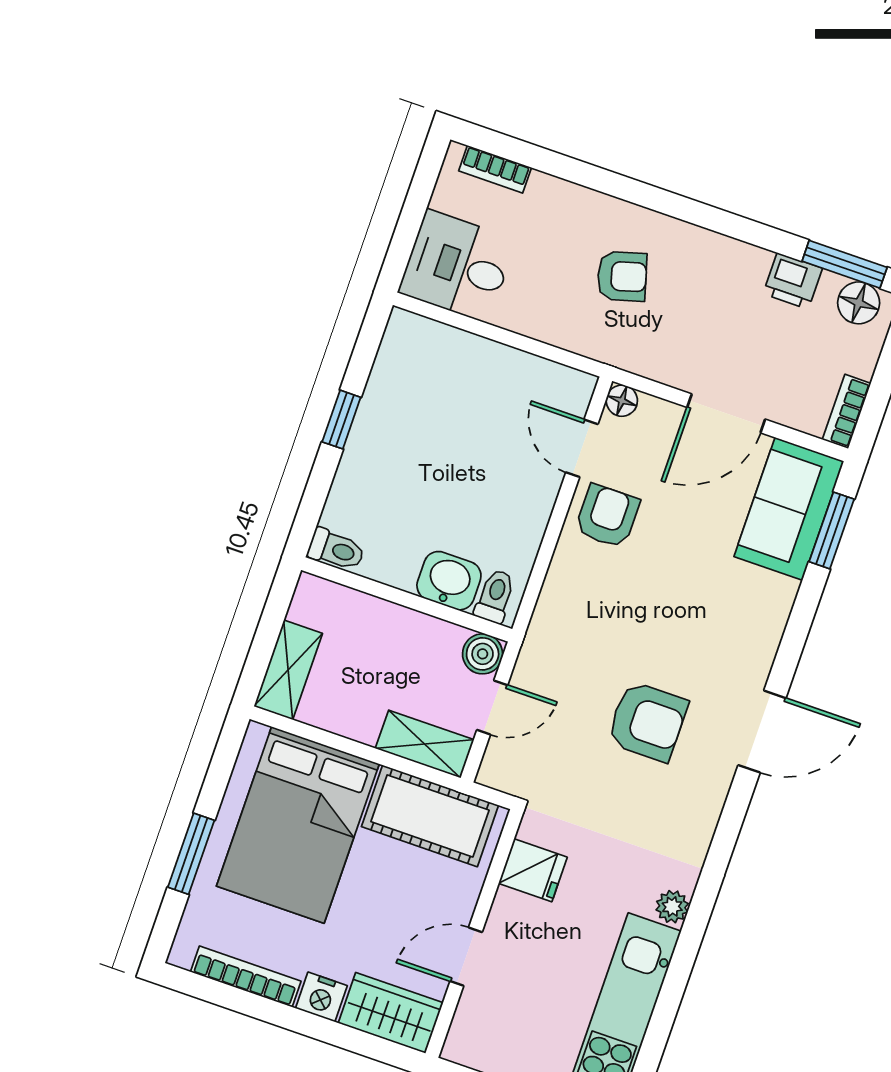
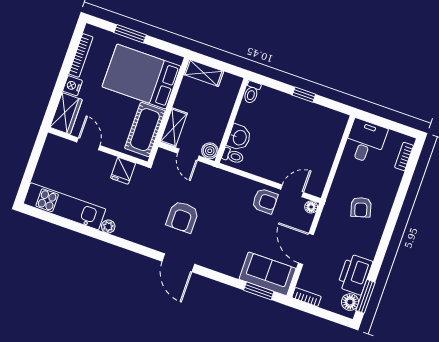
printer: (793, 281) -> (355, 274), width x1.87, depth x1.48

